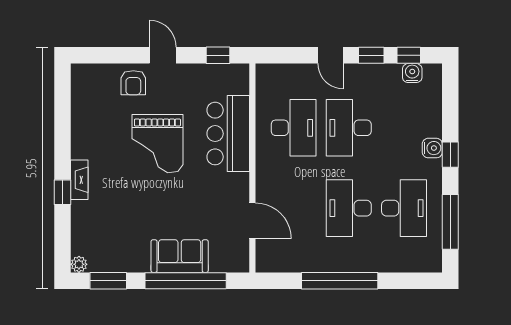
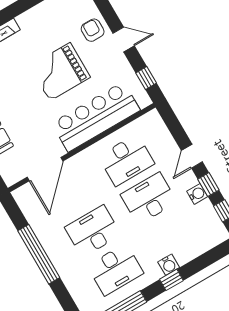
door: (163, 55) -> (124, 40), hinge flipped
water cooler: (412, 73) -> (197, 194), moved
armchair: (133, 83) -> (93, 30), turned 90
bar counter: (228, 134) -> (96, 117), width x1.36
door: (252, 221) -> (45, 169), width x1.36

